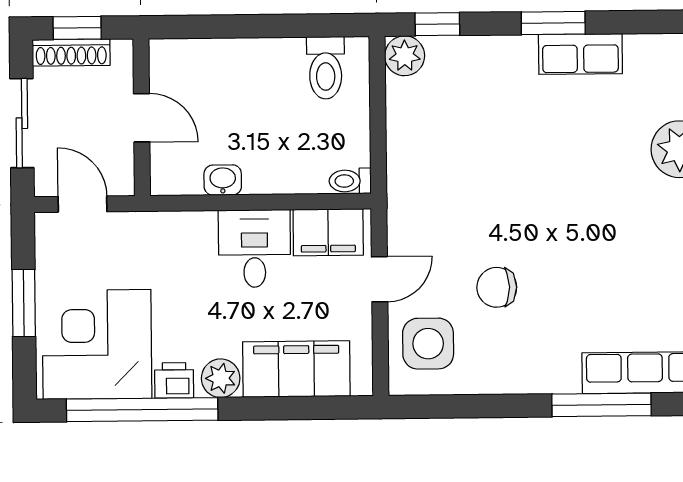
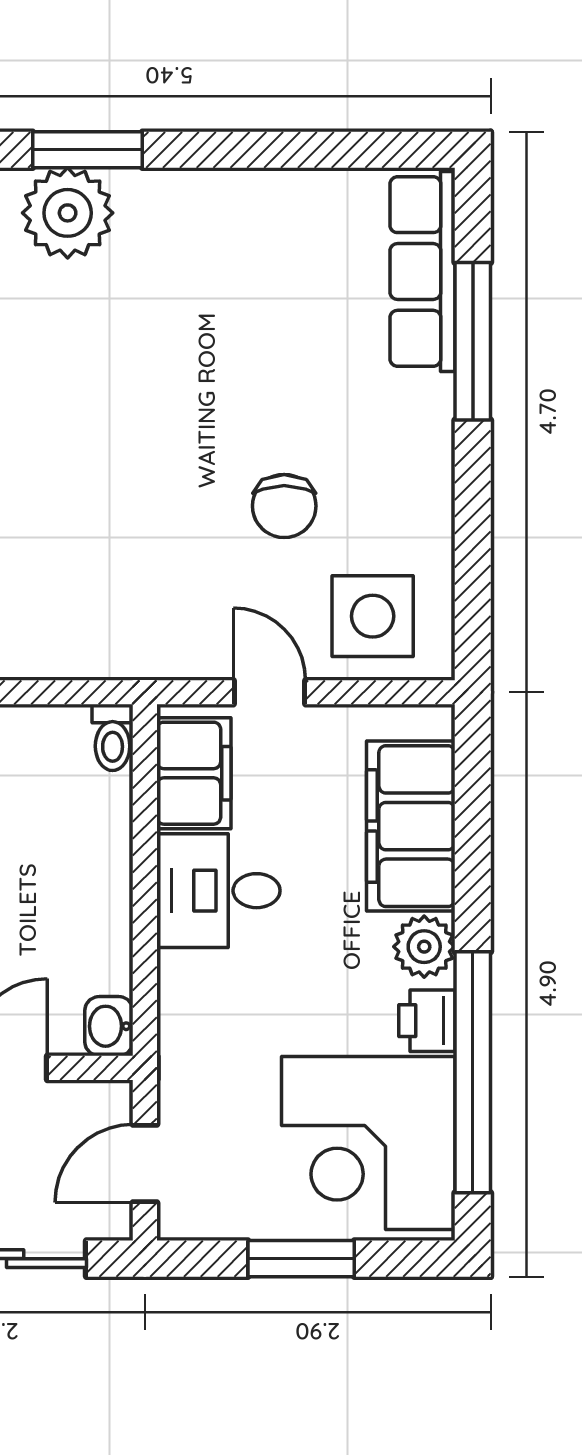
washbasin: (223, 180) -> (109, 1026), moved

